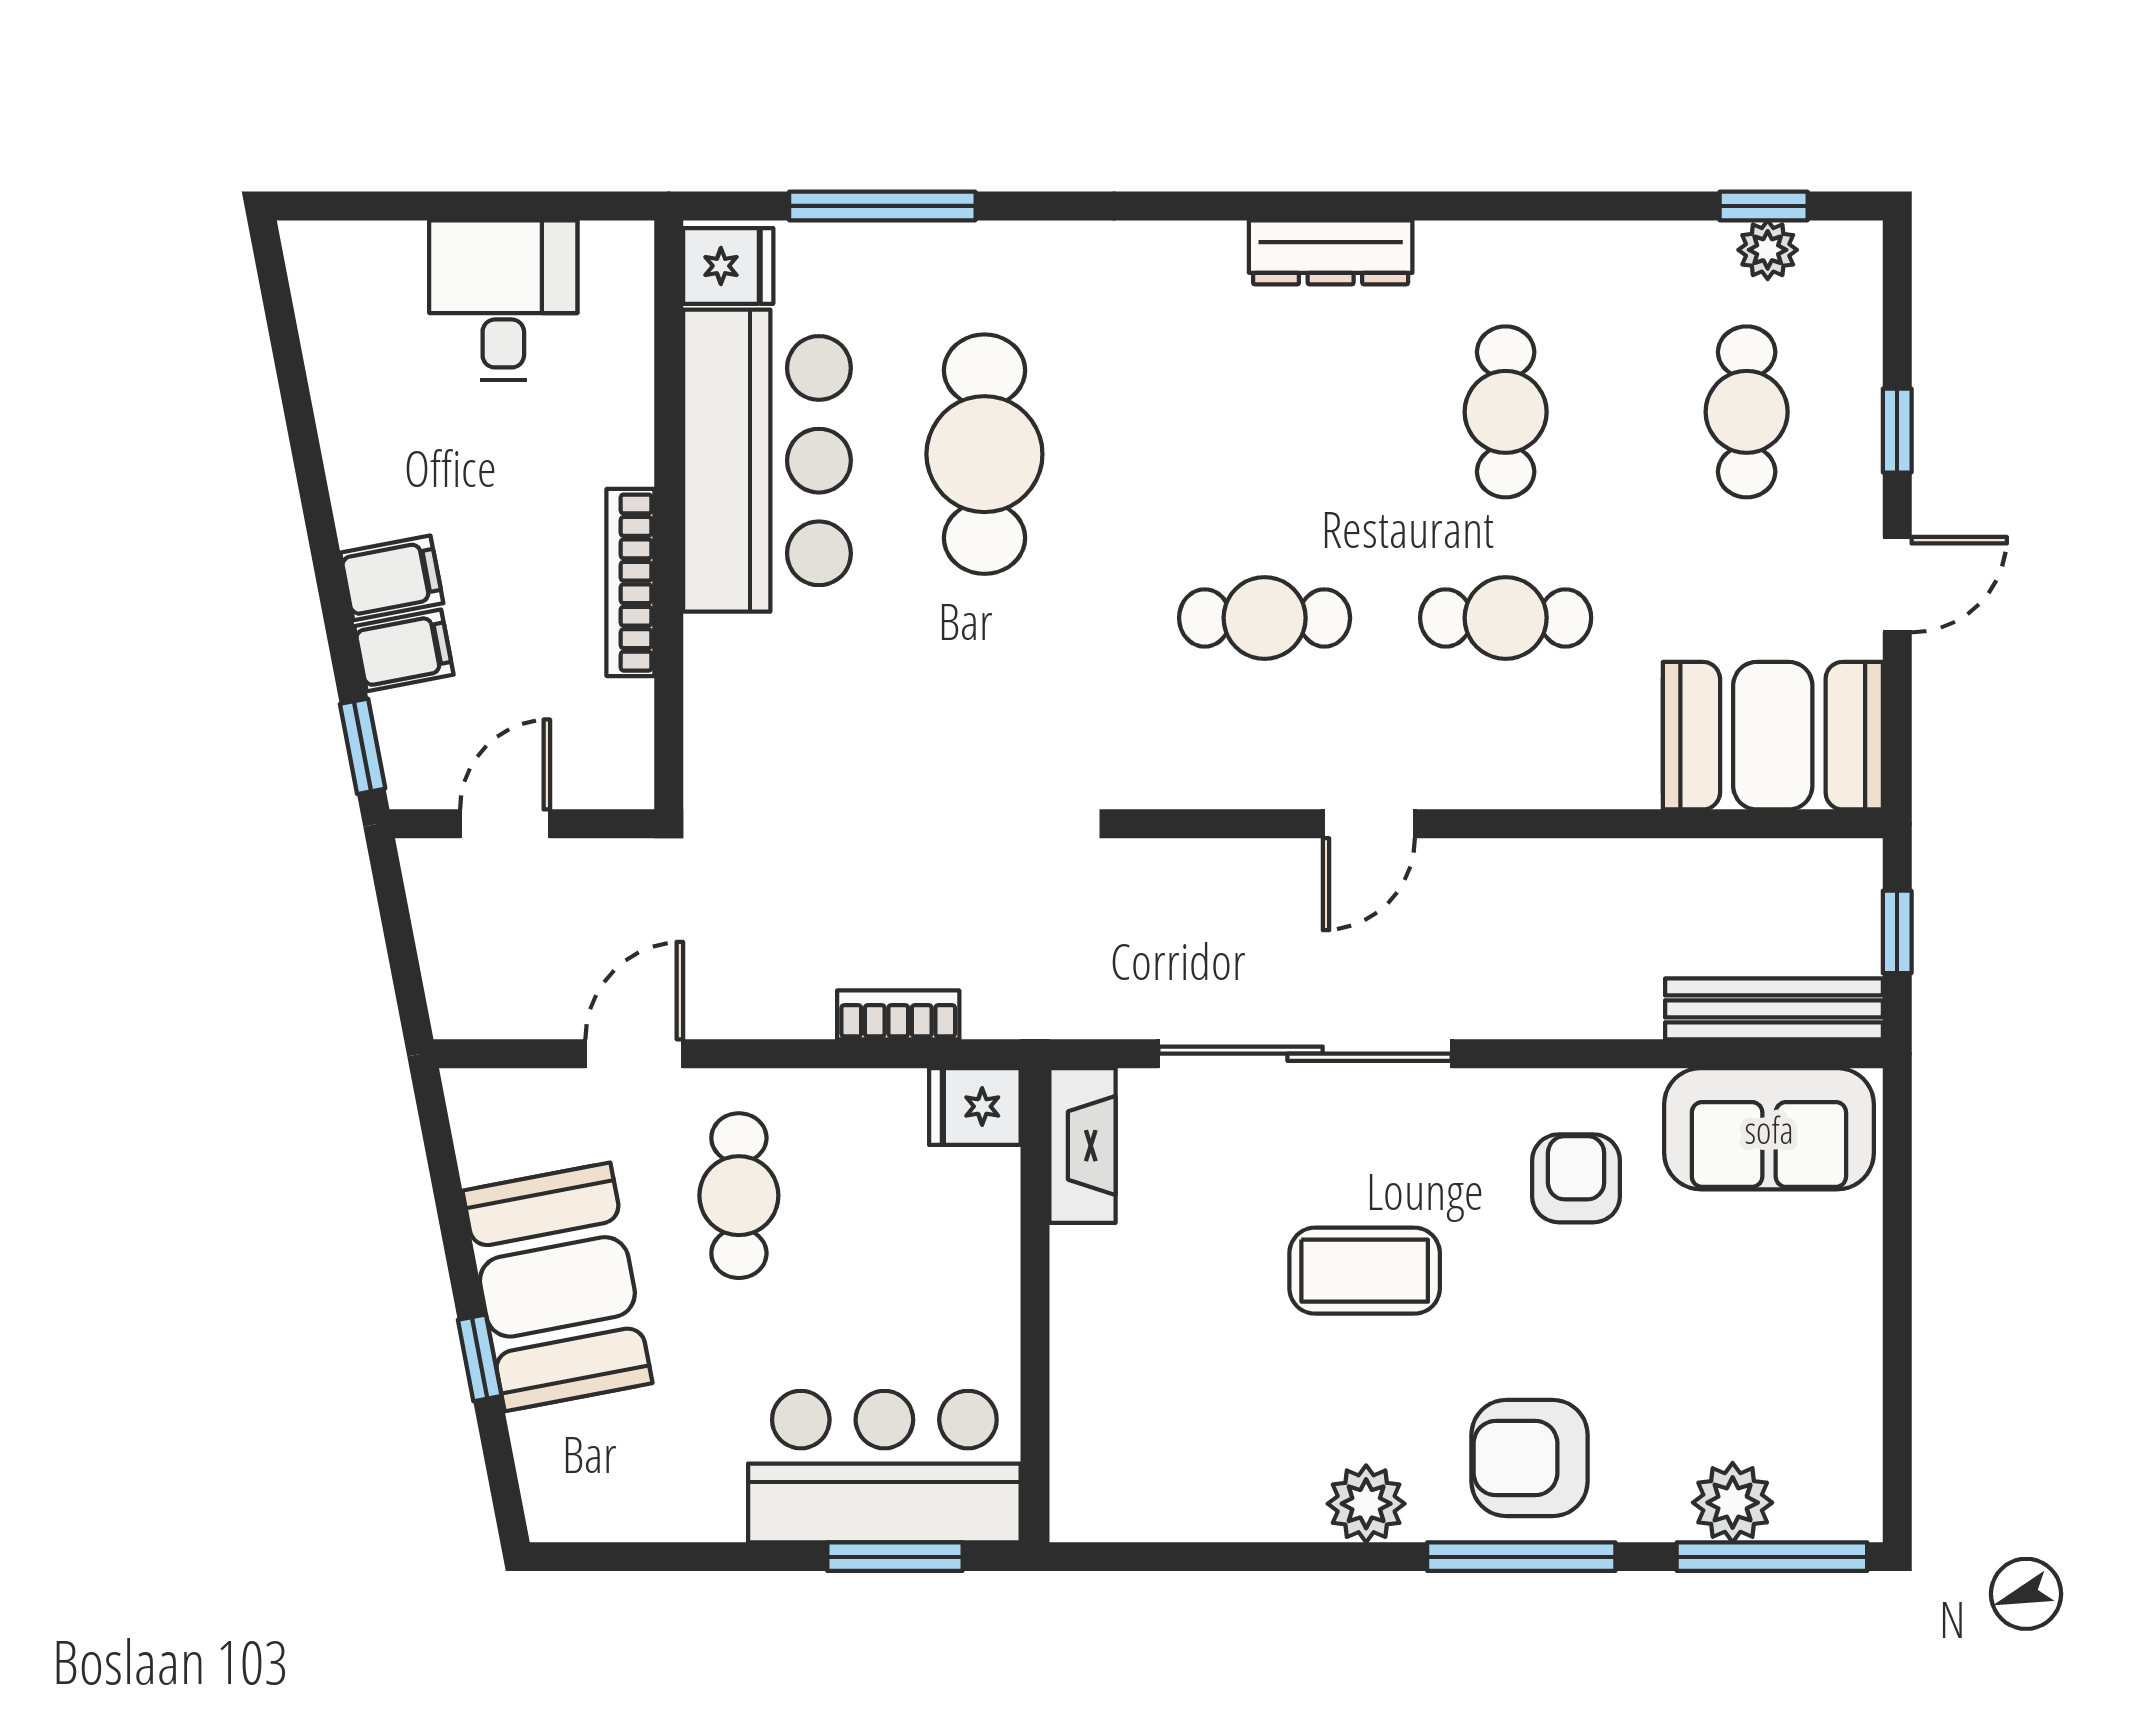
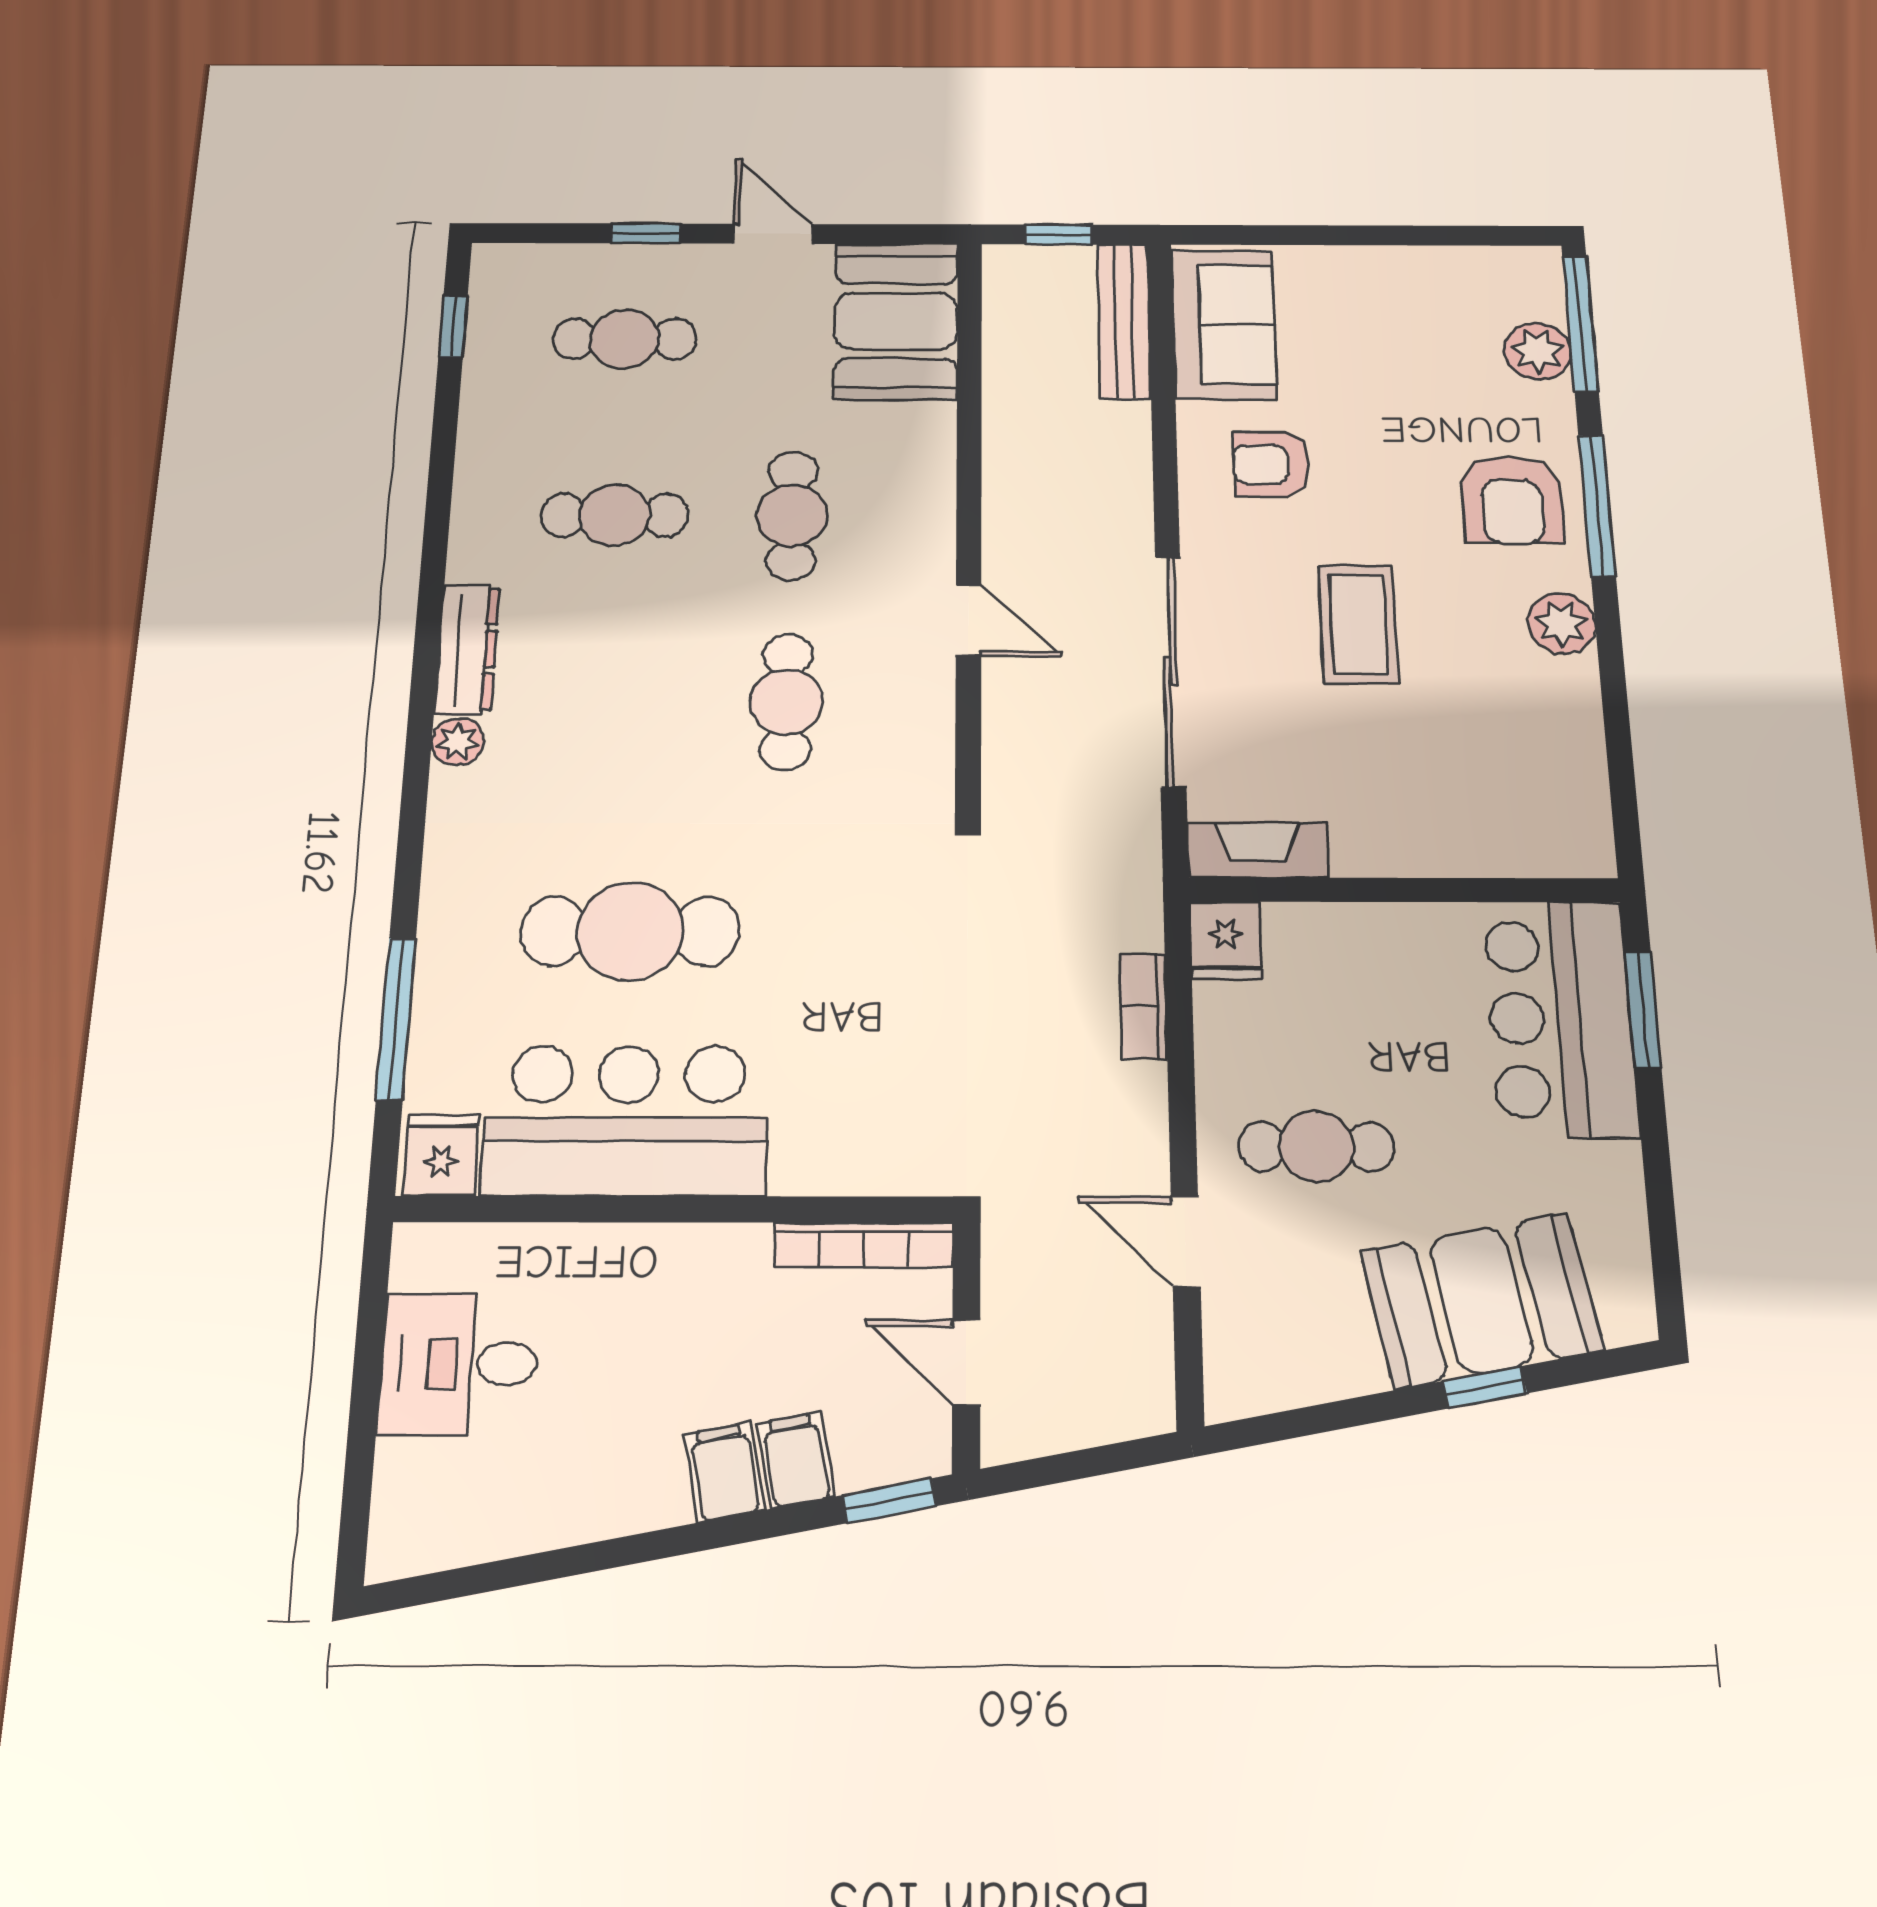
plant: (1768, 250) -> (458, 742), moved
bookcase: (630, 583) -> (864, 1245), moved
booth: (557, 1287) -> (1482, 1300), moved

